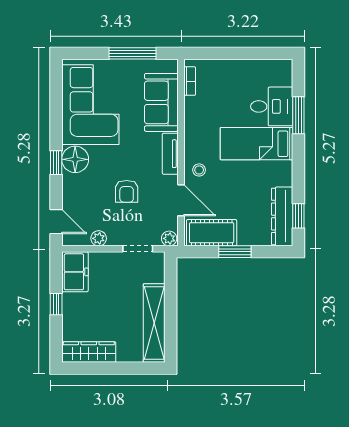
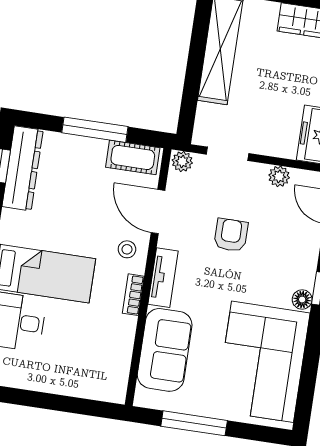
bookcase: (190, 81) -> (133, 295), moved
floor lamp: (75, 159) -> (302, 300), width x0.53, depth x0.53
cot: (212, 233) -> (133, 157), width x0.73, depth x0.75
window: (235, 252) -> (95, 130), width x1.44

